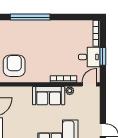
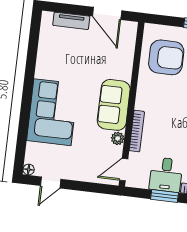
door: (89, 84) -> (124, 170), swing flipped

